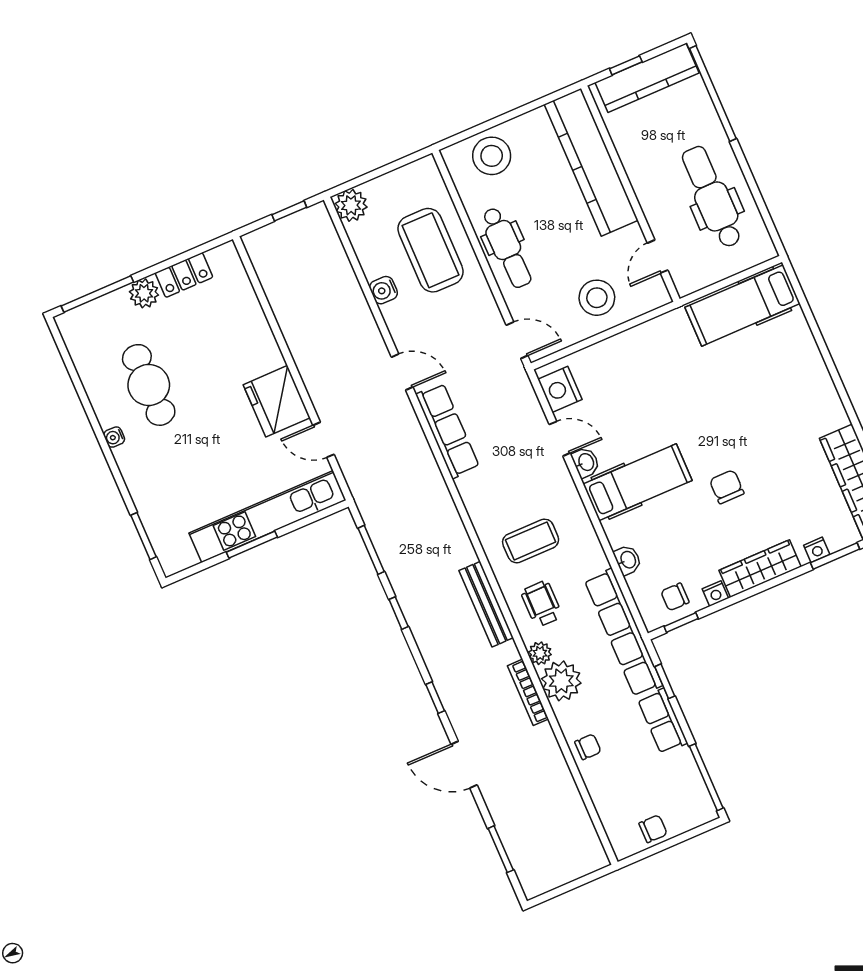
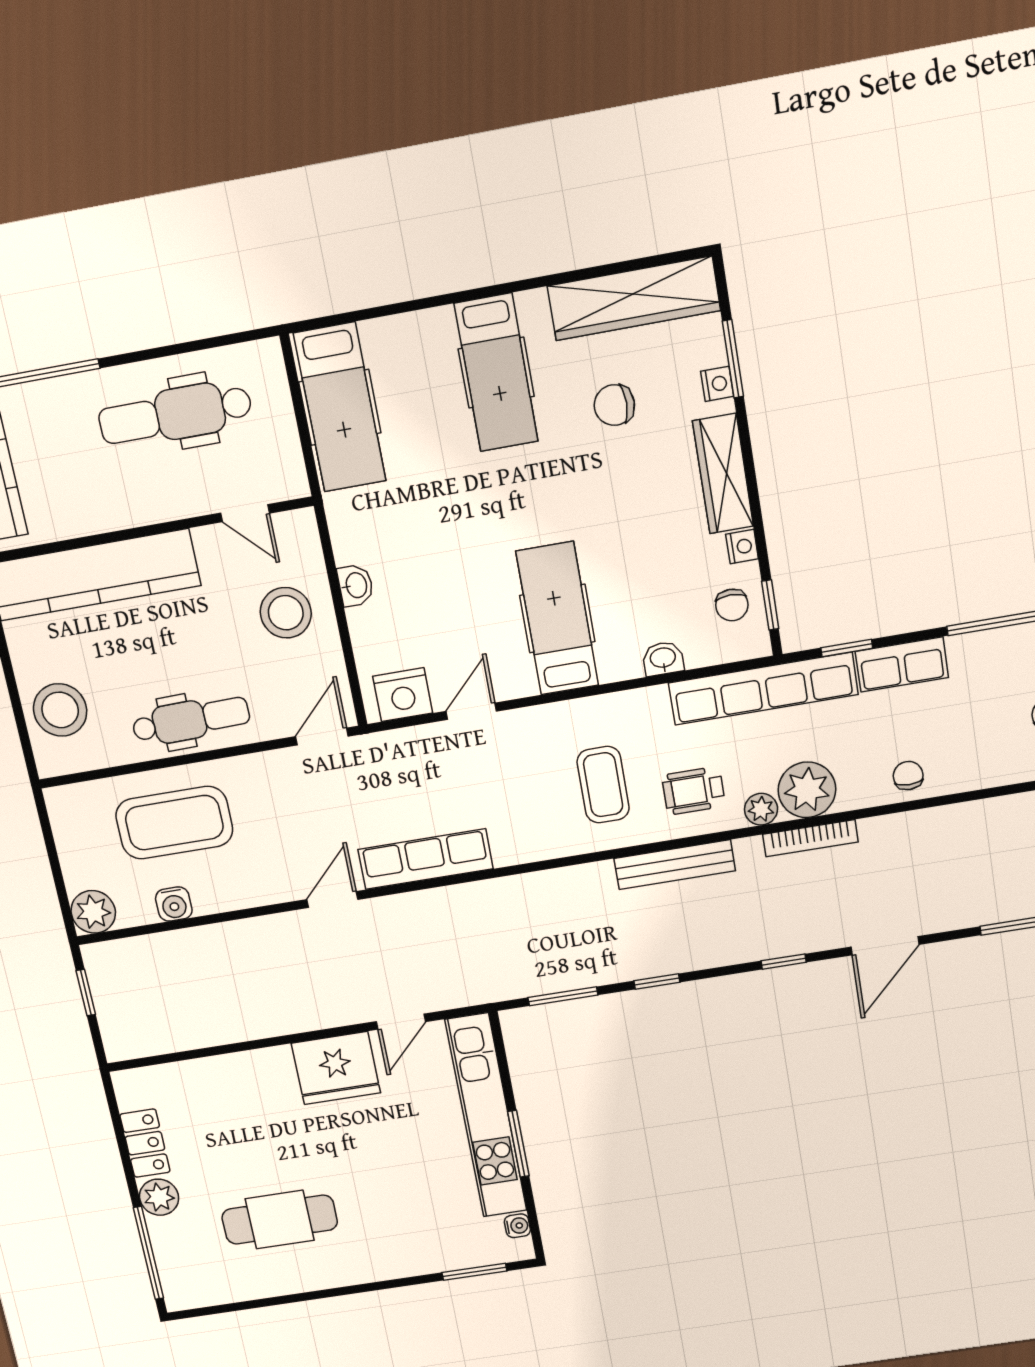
water cooler: (383, 290) -> (174, 904), moved
hospital bed: (790, 404) -> (496, 373), added
water cooler: (114, 437) -> (517, 1226), moved, turned -90
washbasin: (586, 462) -> (356, 585), moved, turned 90
chair: (727, 487) -> (614, 405), moved

